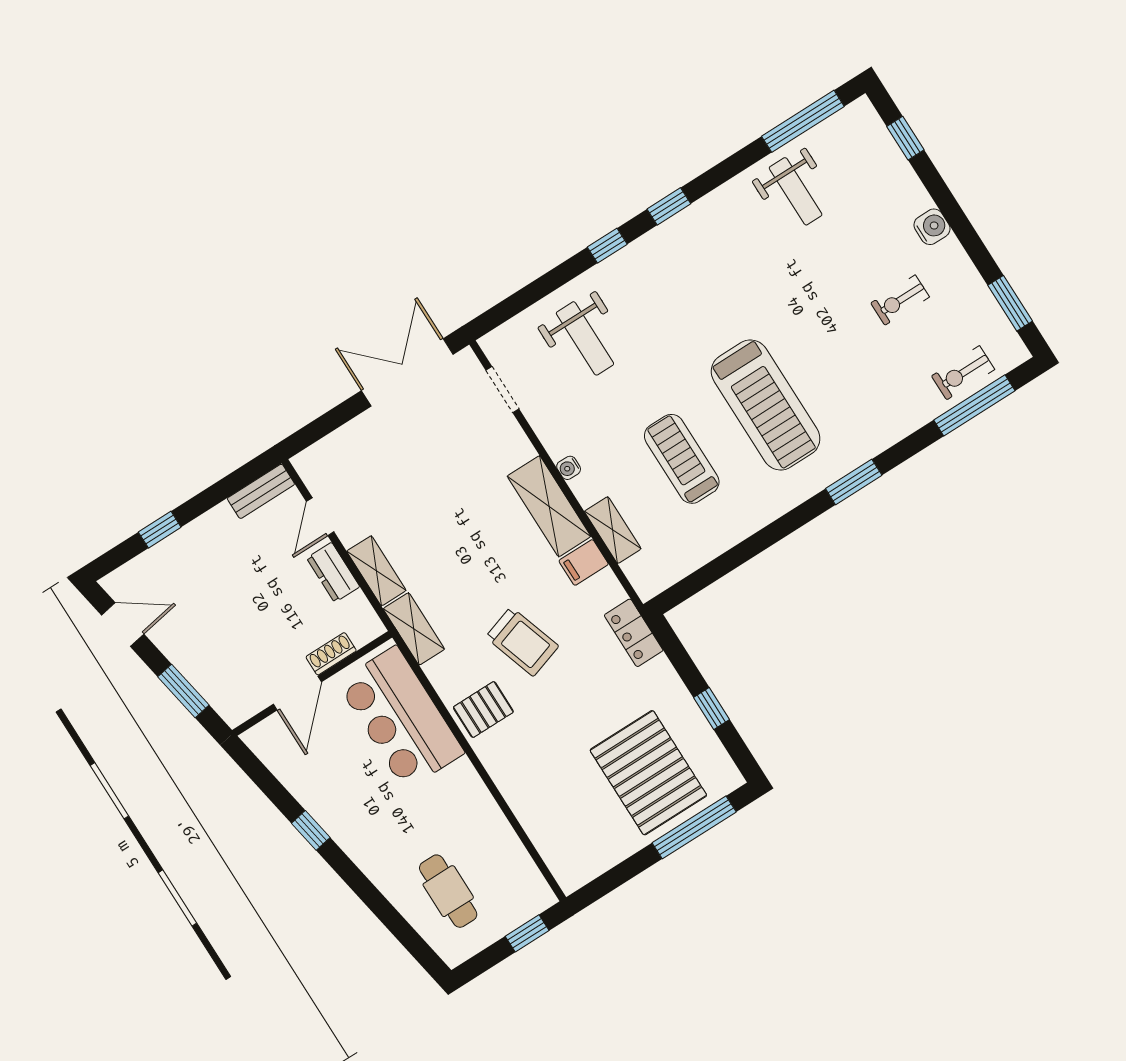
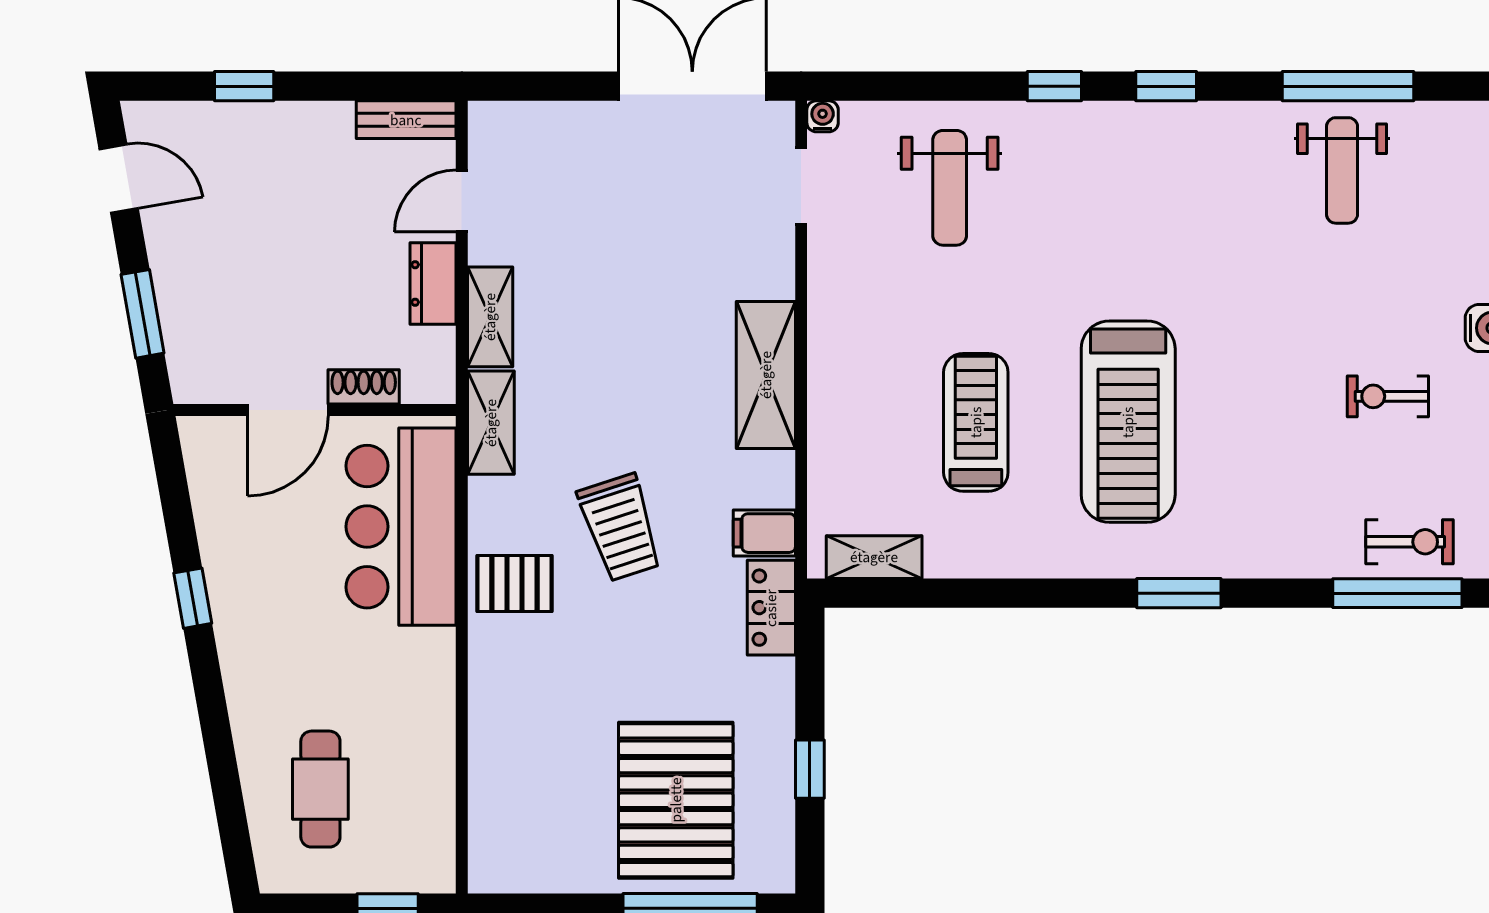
window: (803, 121) -> (1348, 86), moved
exercise bike: (963, 373) -> (1409, 542), turned 180
water cooler: (569, 468) -> (823, 116), moved, turned 90
shelving: (613, 530) -> (874, 557), moved, turned 90
filing cabinet: (584, 562) -> (764, 533), moved

